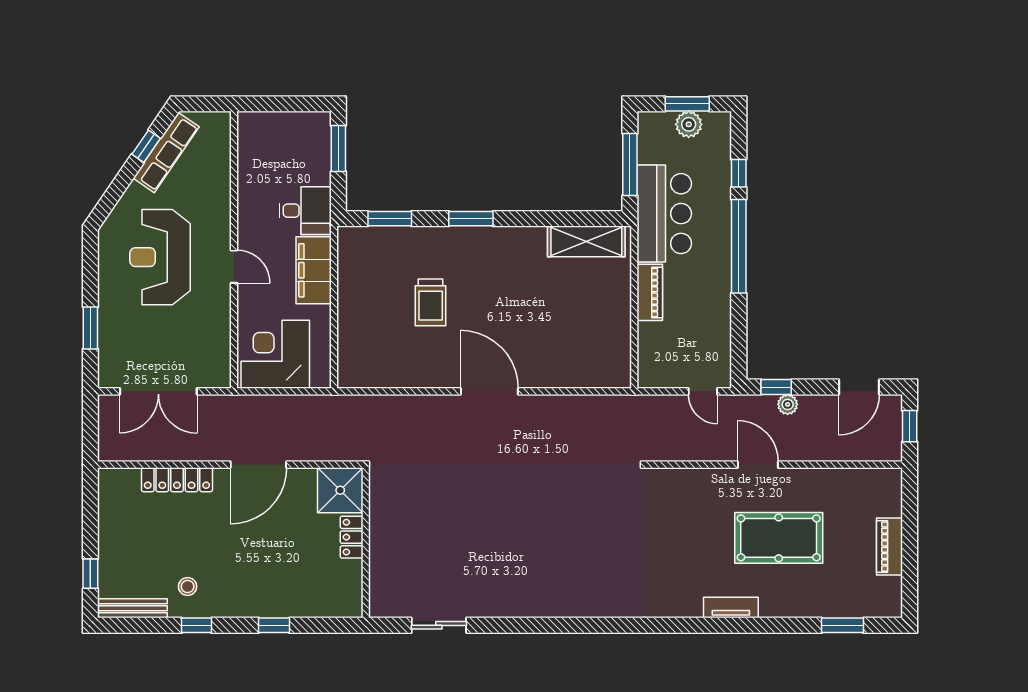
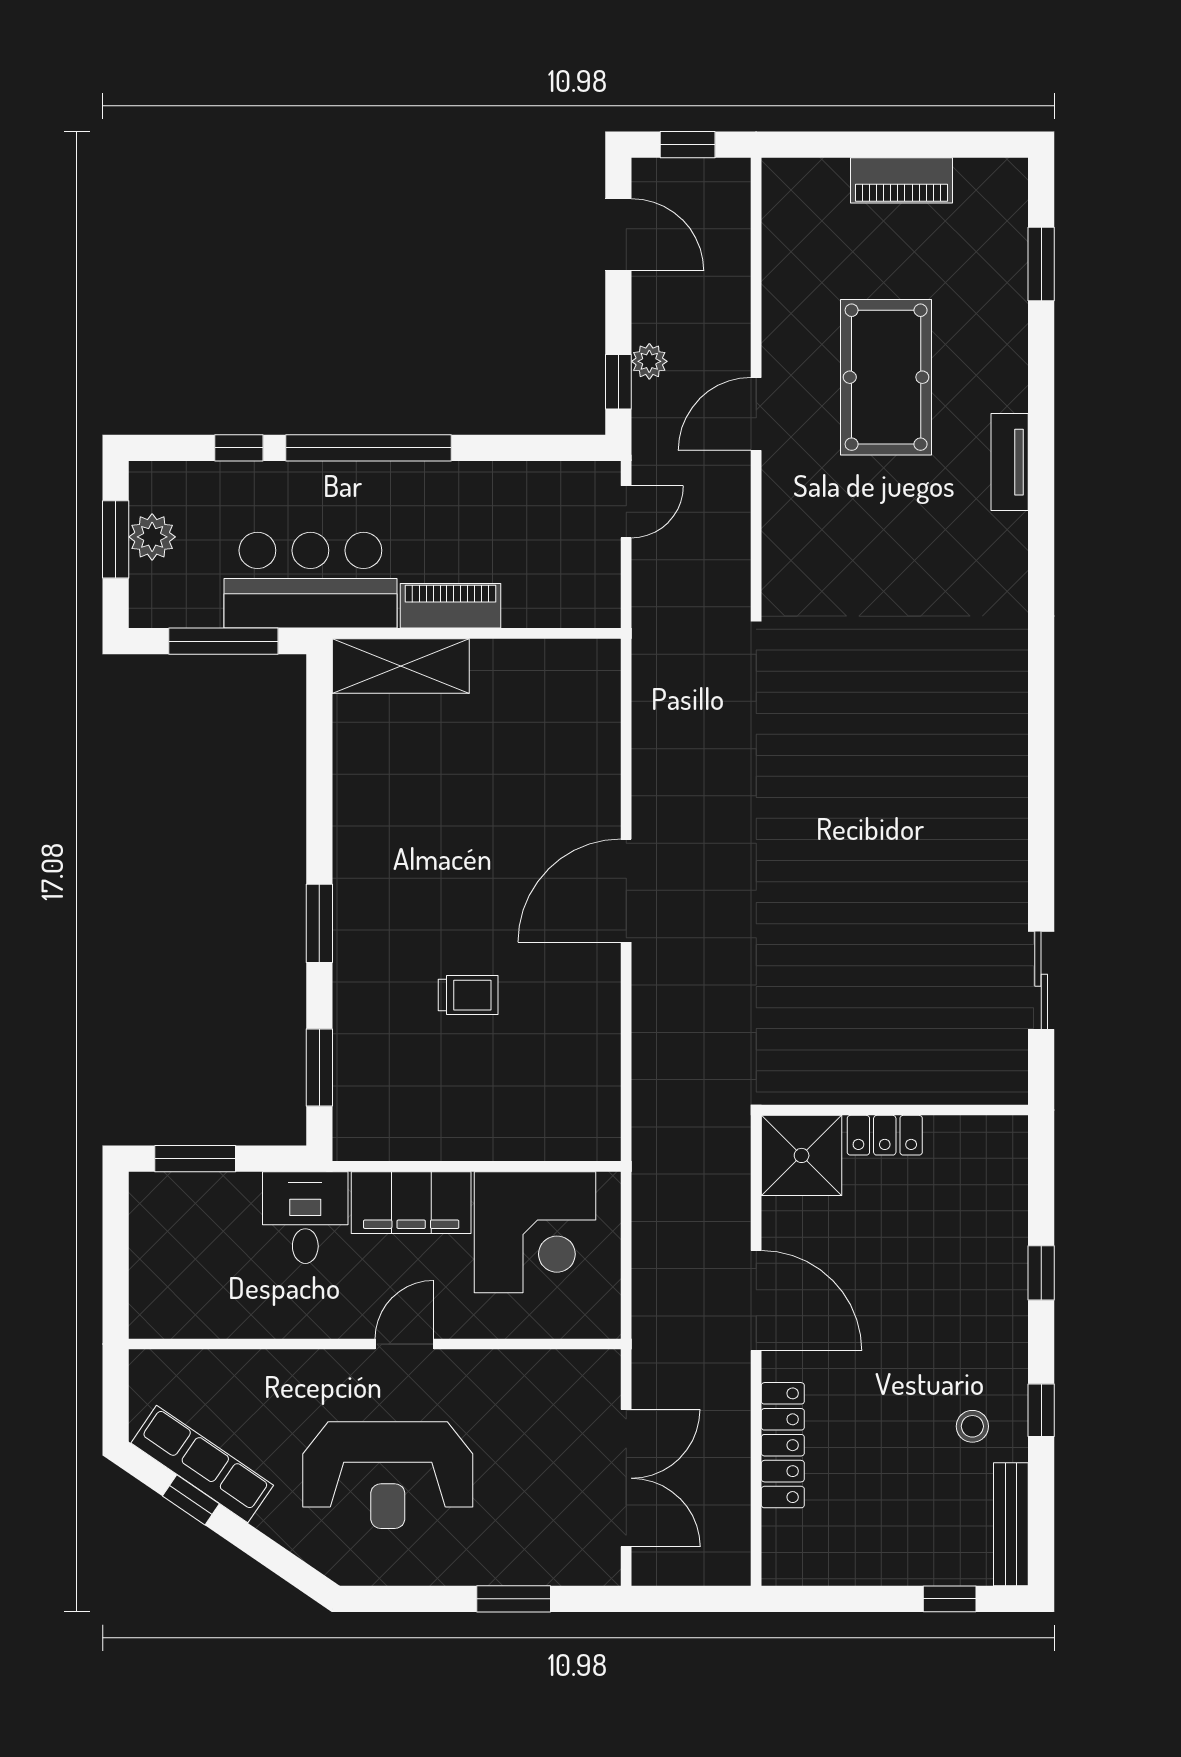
shelving: (586, 241) -> (401, 666), moved, turned 90
trolley: (431, 302) -> (468, 995), width x0.73, depth x0.72
corner desk: (275, 354) -> (535, 1232), moved, turned -90

